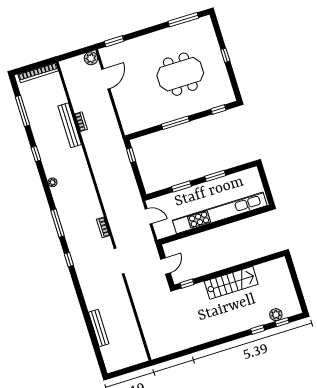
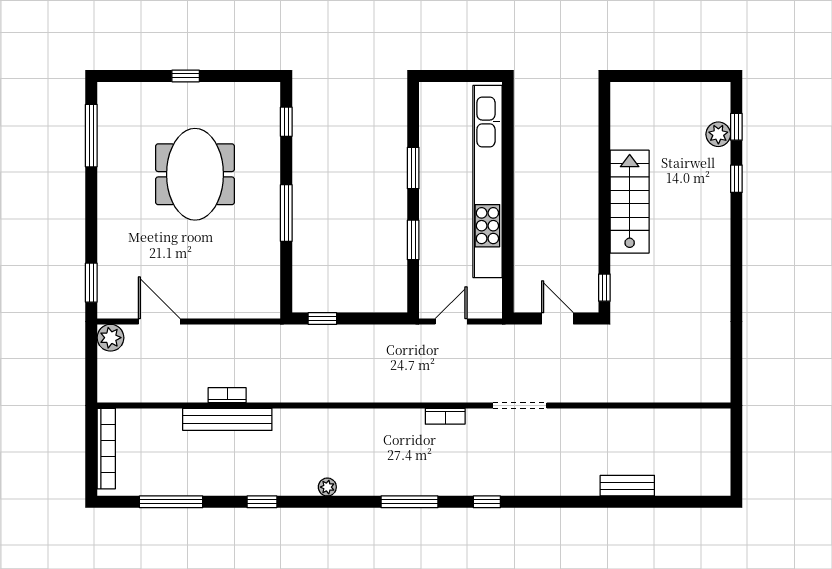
bench: (99, 328) -> (627, 486), width x0.73

